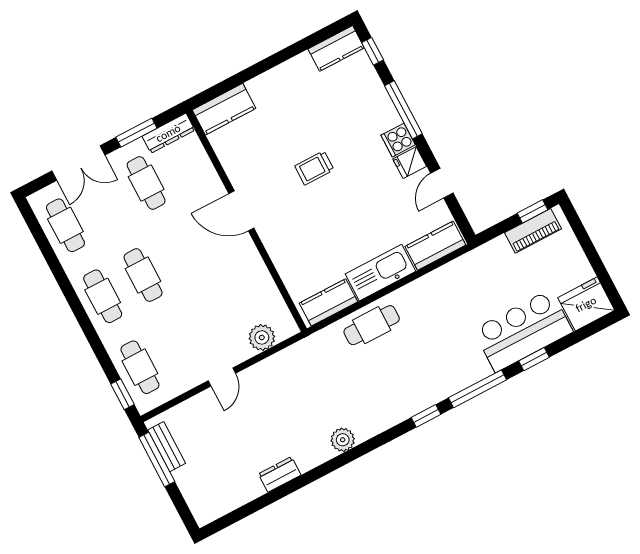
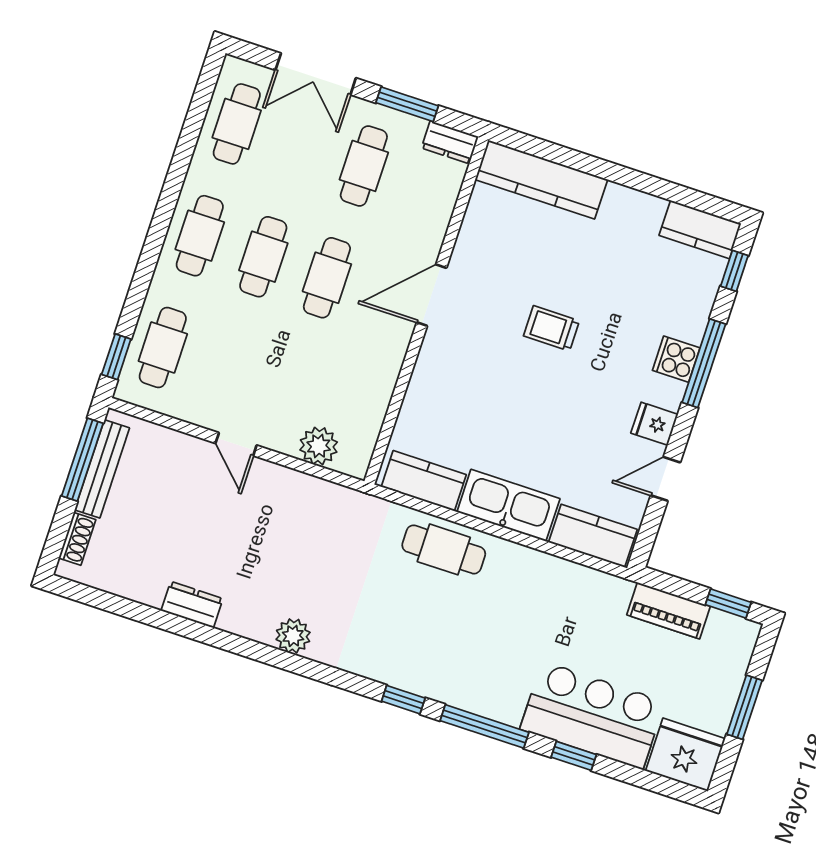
kitchen counter: (224, 109) -> (541, 179), width x1.50
dresser: (168, 133) -> (450, 142), width x0.70
cooker: (398, 140) -> (676, 359), moved
door: (241, 211) -> (432, 295), hinge flipped
piano: (533, 231) -> (669, 611), moved
window: (591, 252) -> (744, 707), added
cafe table: (183, 254) -> (327, 278), added
door: (222, 377) -> (236, 444), hinge flipped
bench: (167, 447) -> (102, 469), width x1.36
shoe rack: (193, 500) -> (77, 539), added

